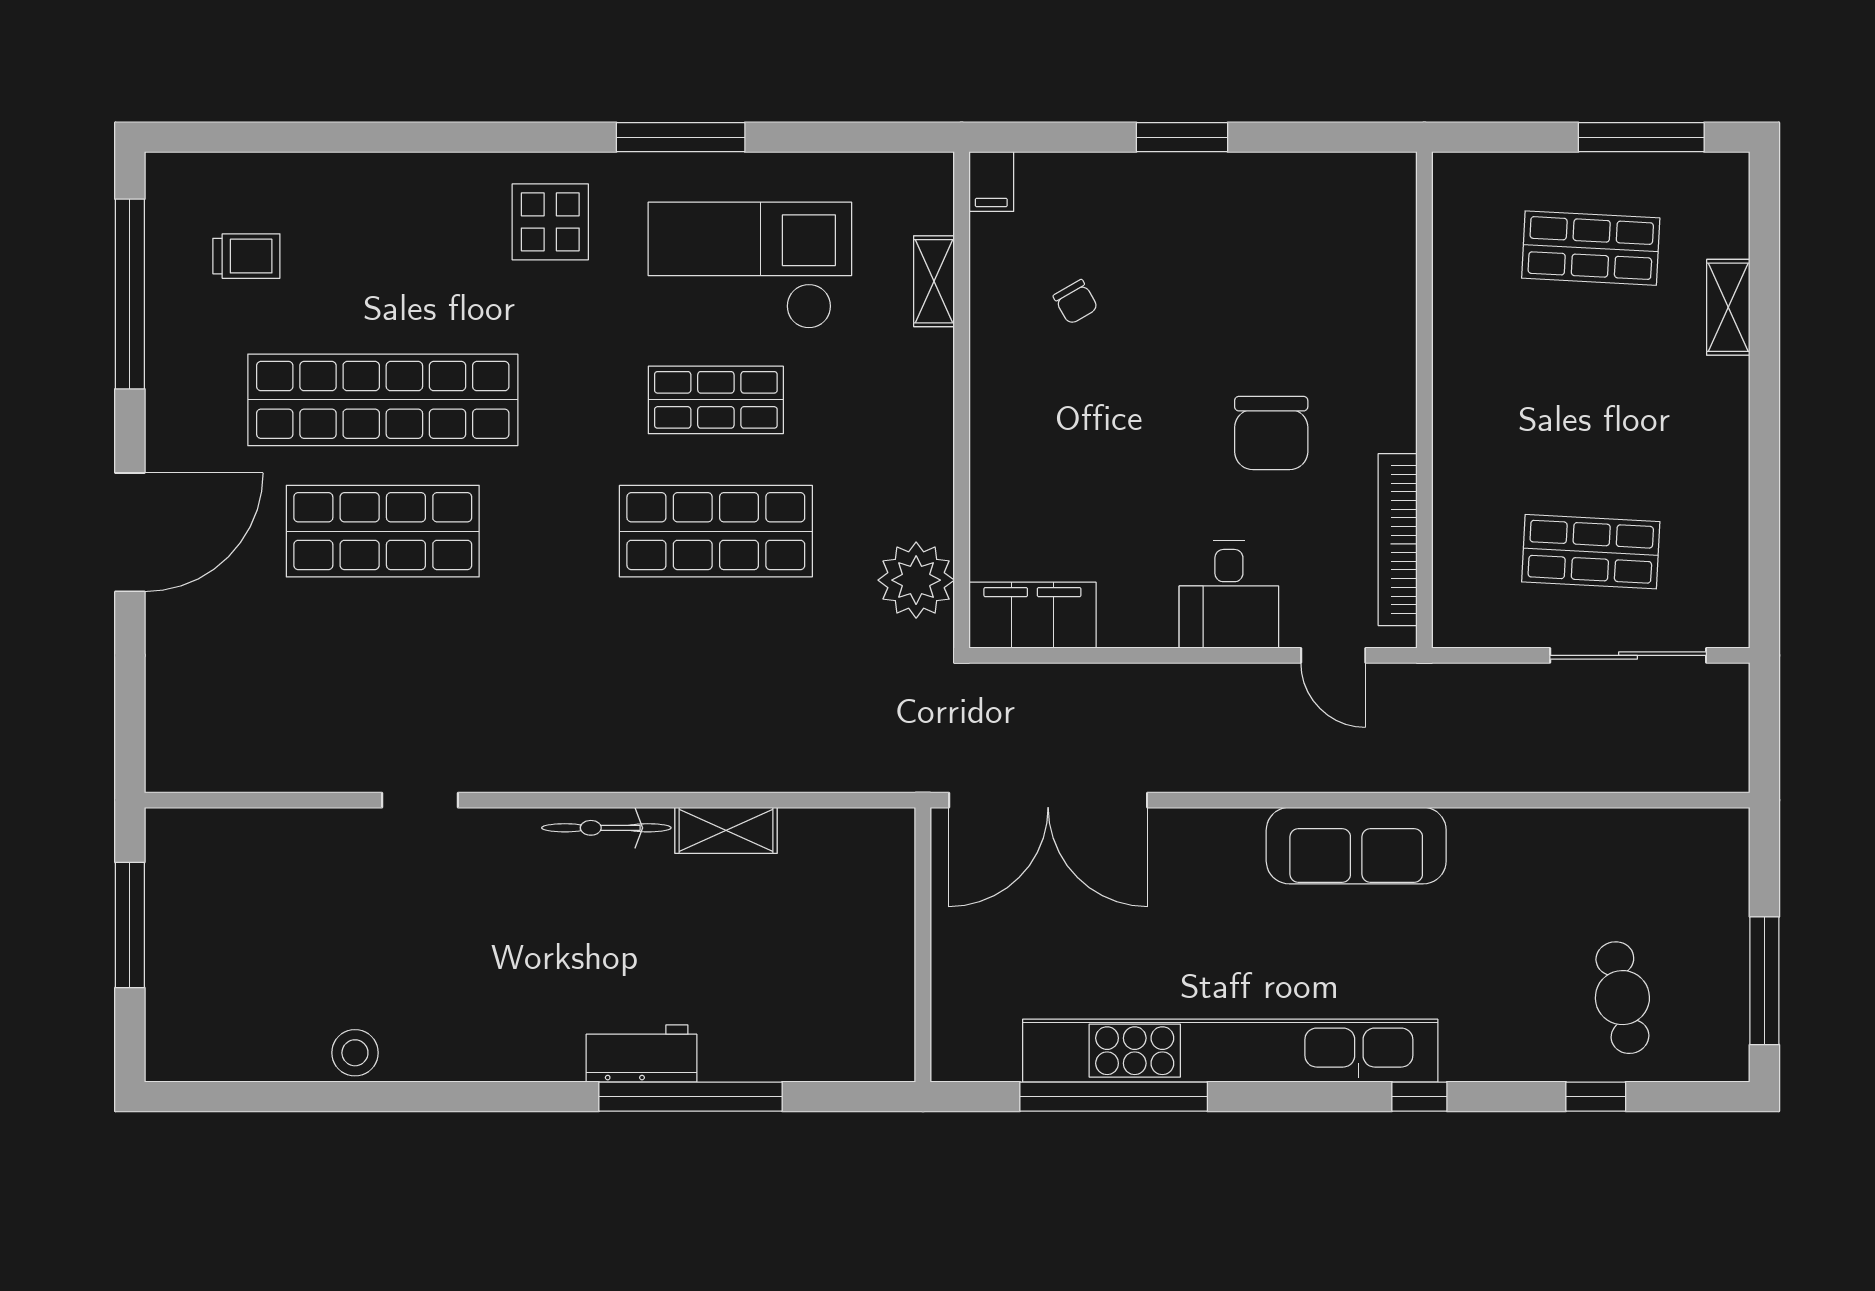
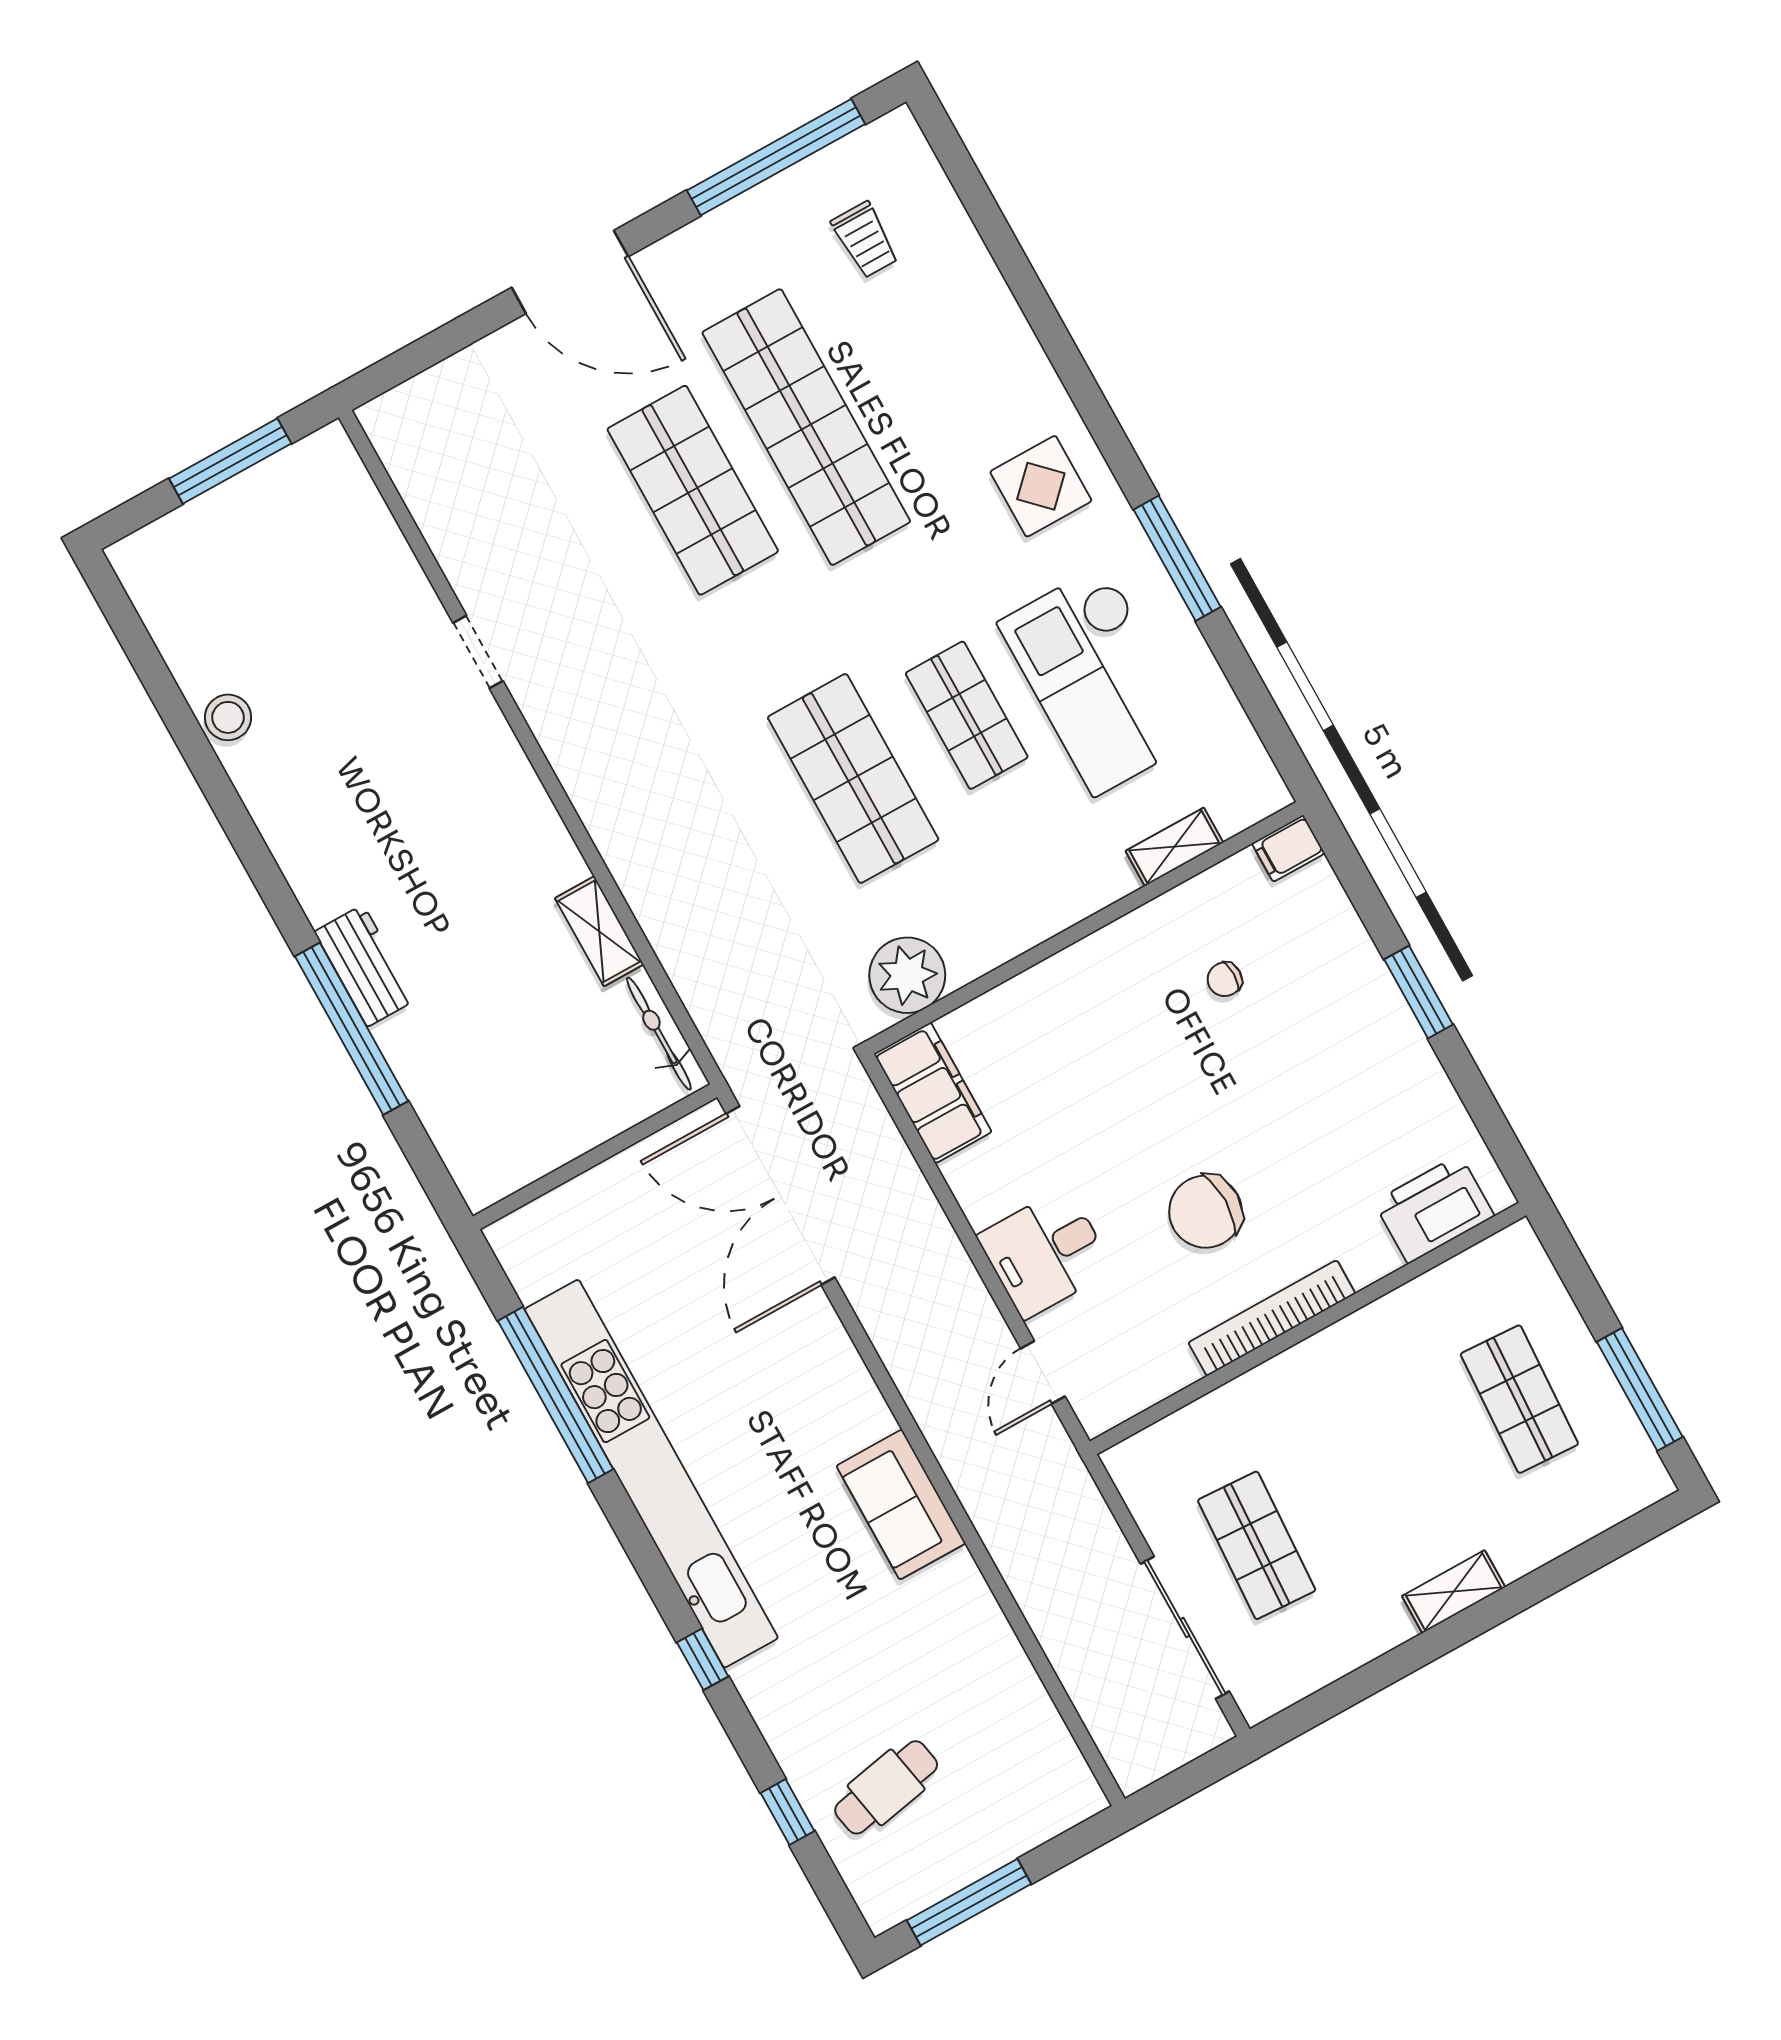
printer: (1381, 230) -> (1434, 1209), added
checkout: (750, 266) -> (1099, 680), turned 180
chair: (1076, 302) -> (1225, 979), turned 30
shelving: (1728, 307) -> (1454, 1592), moved
bookcase: (1398, 540) -> (1272, 1318), moved
bicycle: (606, 828) -> (659, 1034), moved
sofa: (1356, 846) -> (901, 1505), width x0.73

